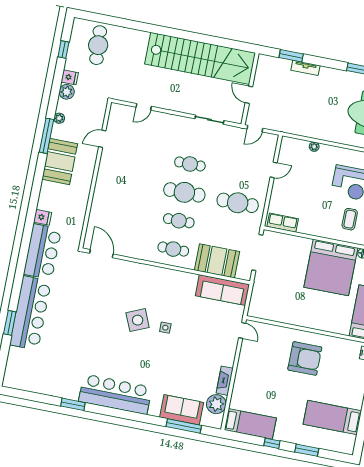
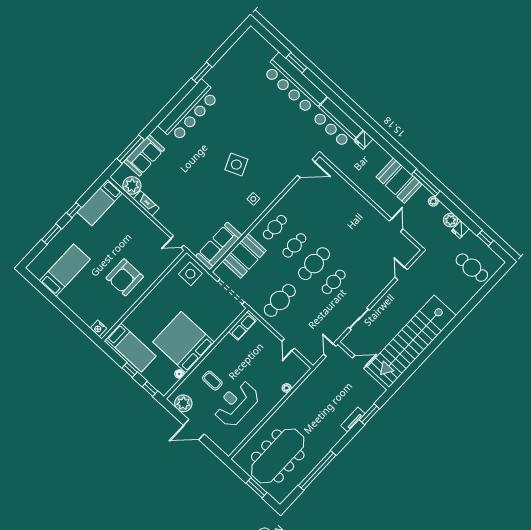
side table: (264, 300) -> (190, 274), added
side table: (165, 328) -> (253, 199), moved

